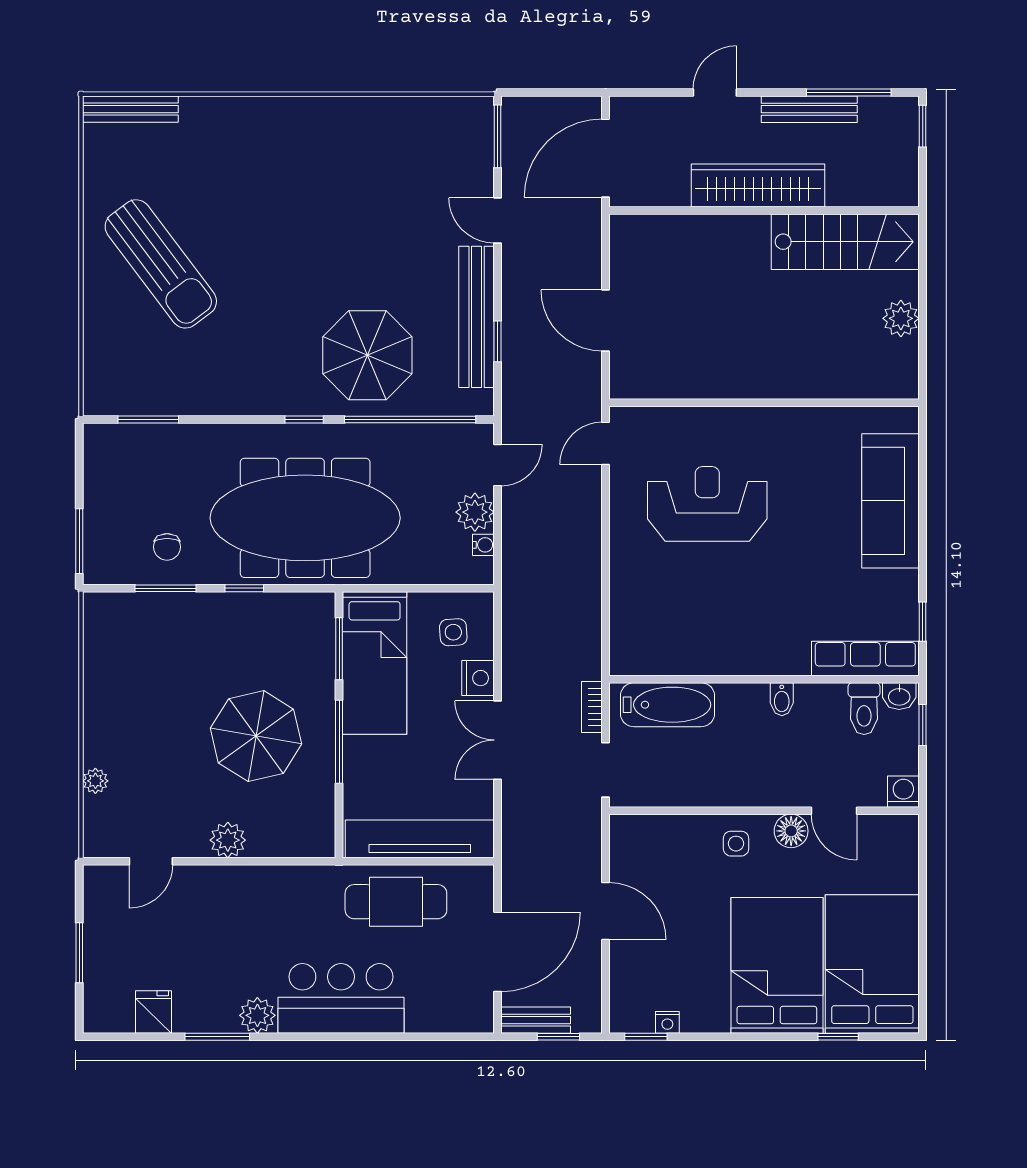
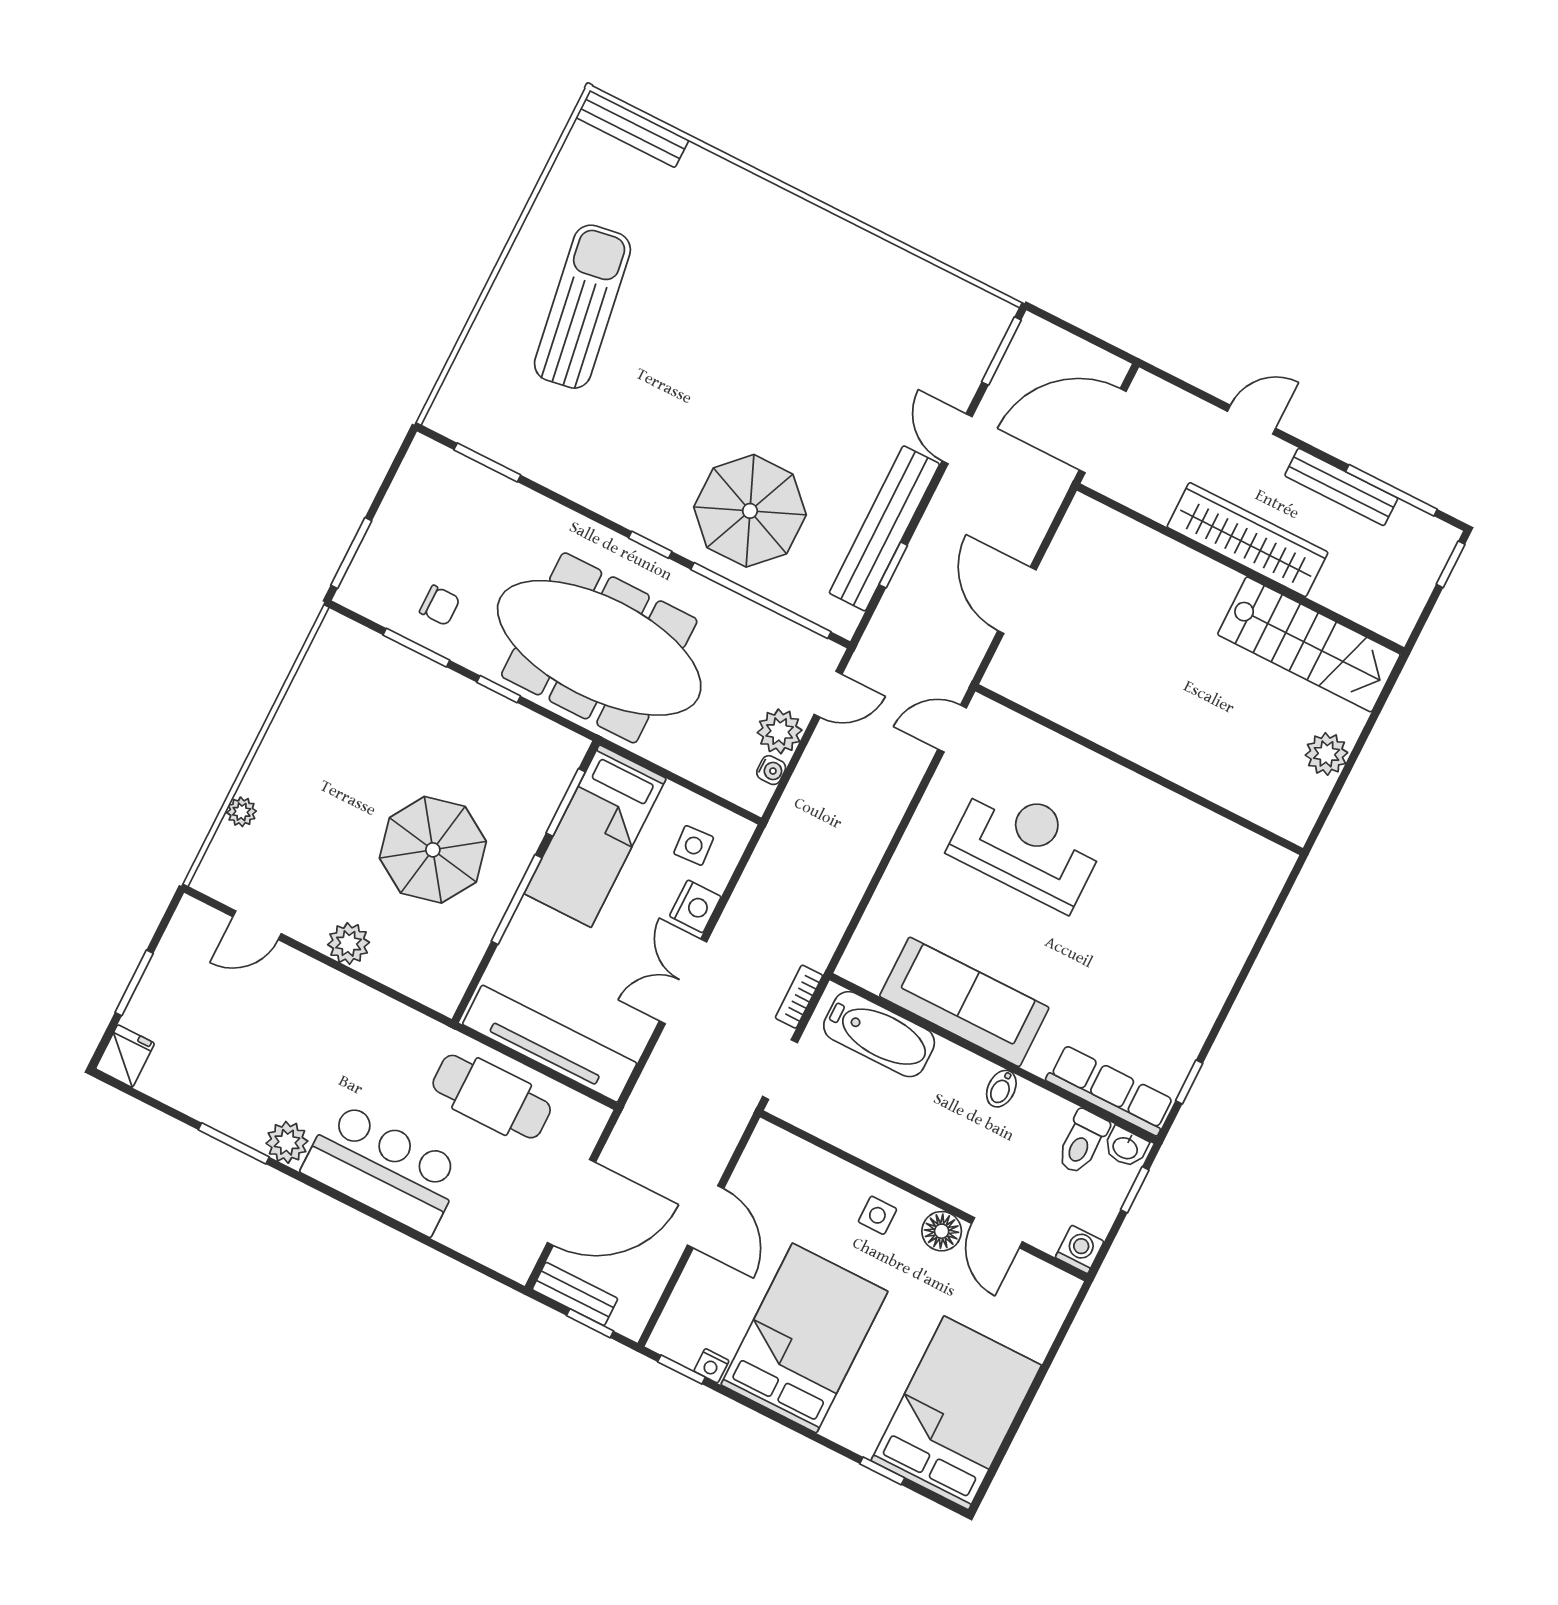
sun lounger: (161, 264) -> (582, 307), turned -152
sofa: (891, 501) -> (964, 1002), moved, turned 90
chair: (167, 547) -> (440, 605), turned -90
bed: (777, 965) -> (804, 1338), moved
fridge: (153, 1012) -> (125, 1056), moved

